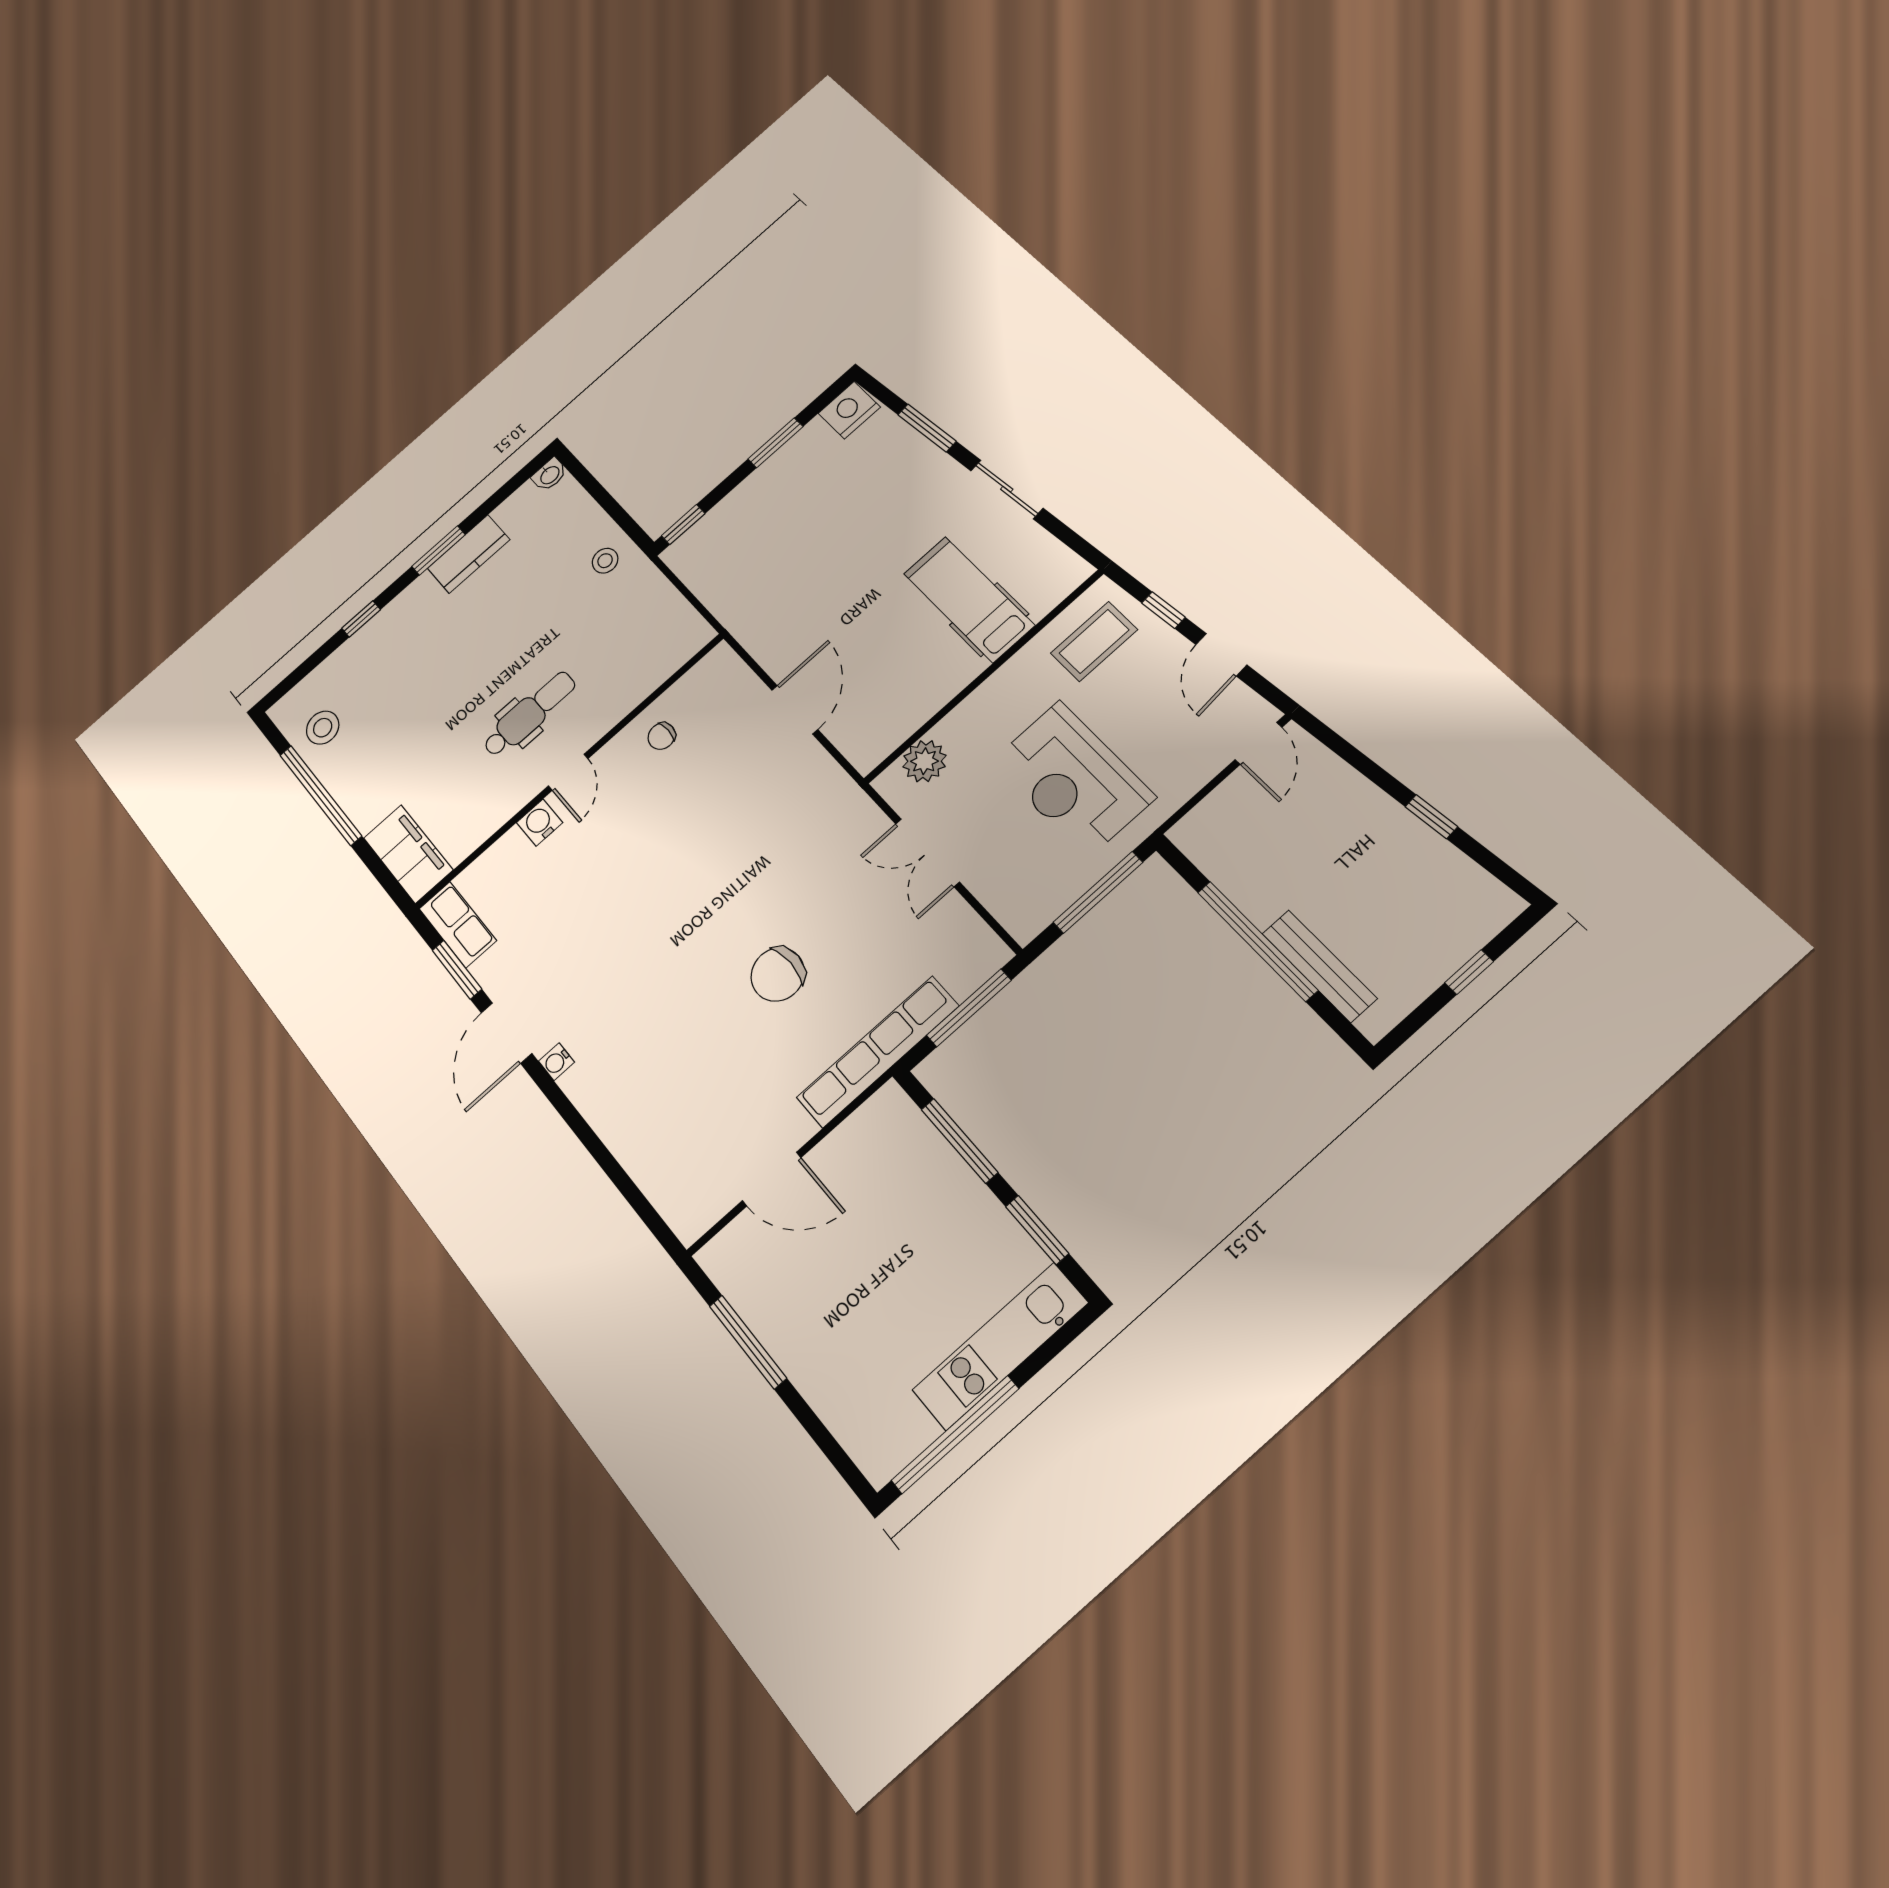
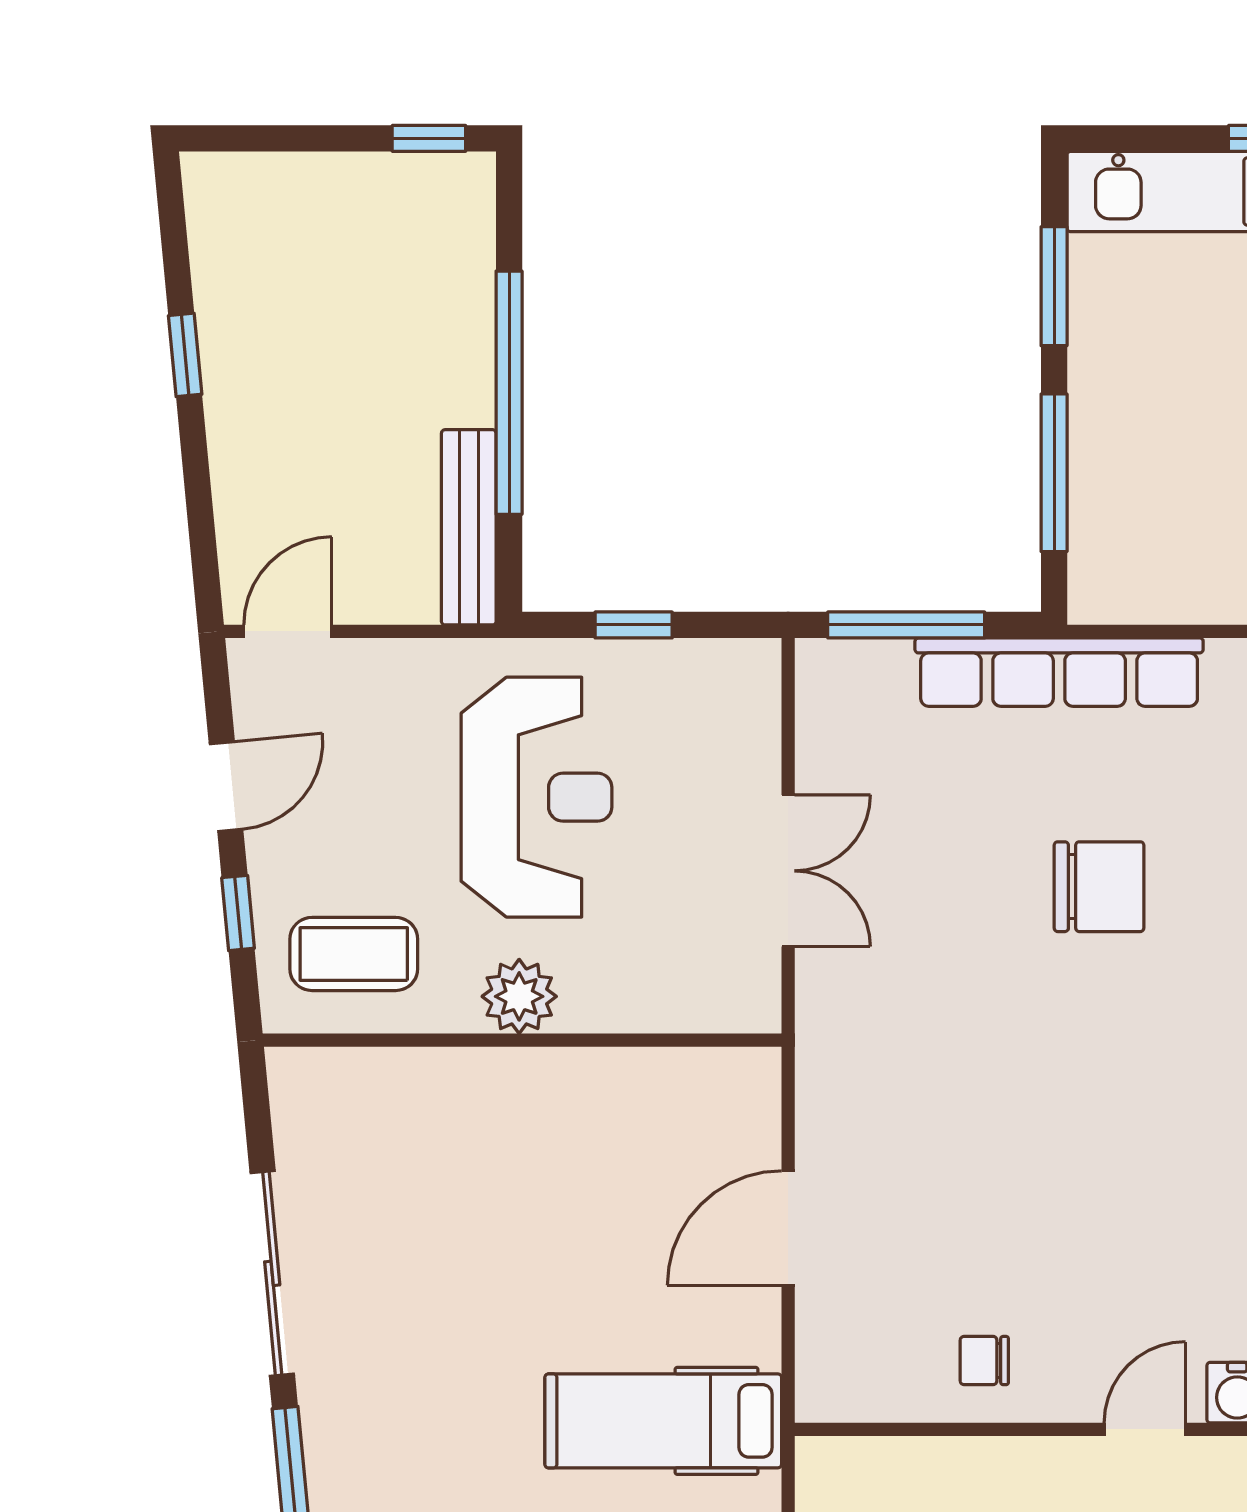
sliding door: (1007, 489) -> (272, 1273), width x1.37
hospital bed: (969, 599) -> (663, 1421), moved, turned 90
chair: (662, 736) -> (984, 1361), turned 180
plant: (924, 761) -> (519, 996), moved
window: (1098, 892) -> (634, 625), width x0.46
bench: (1319, 966) -> (469, 527), moved
window: (1469, 972) -> (429, 138), moved

